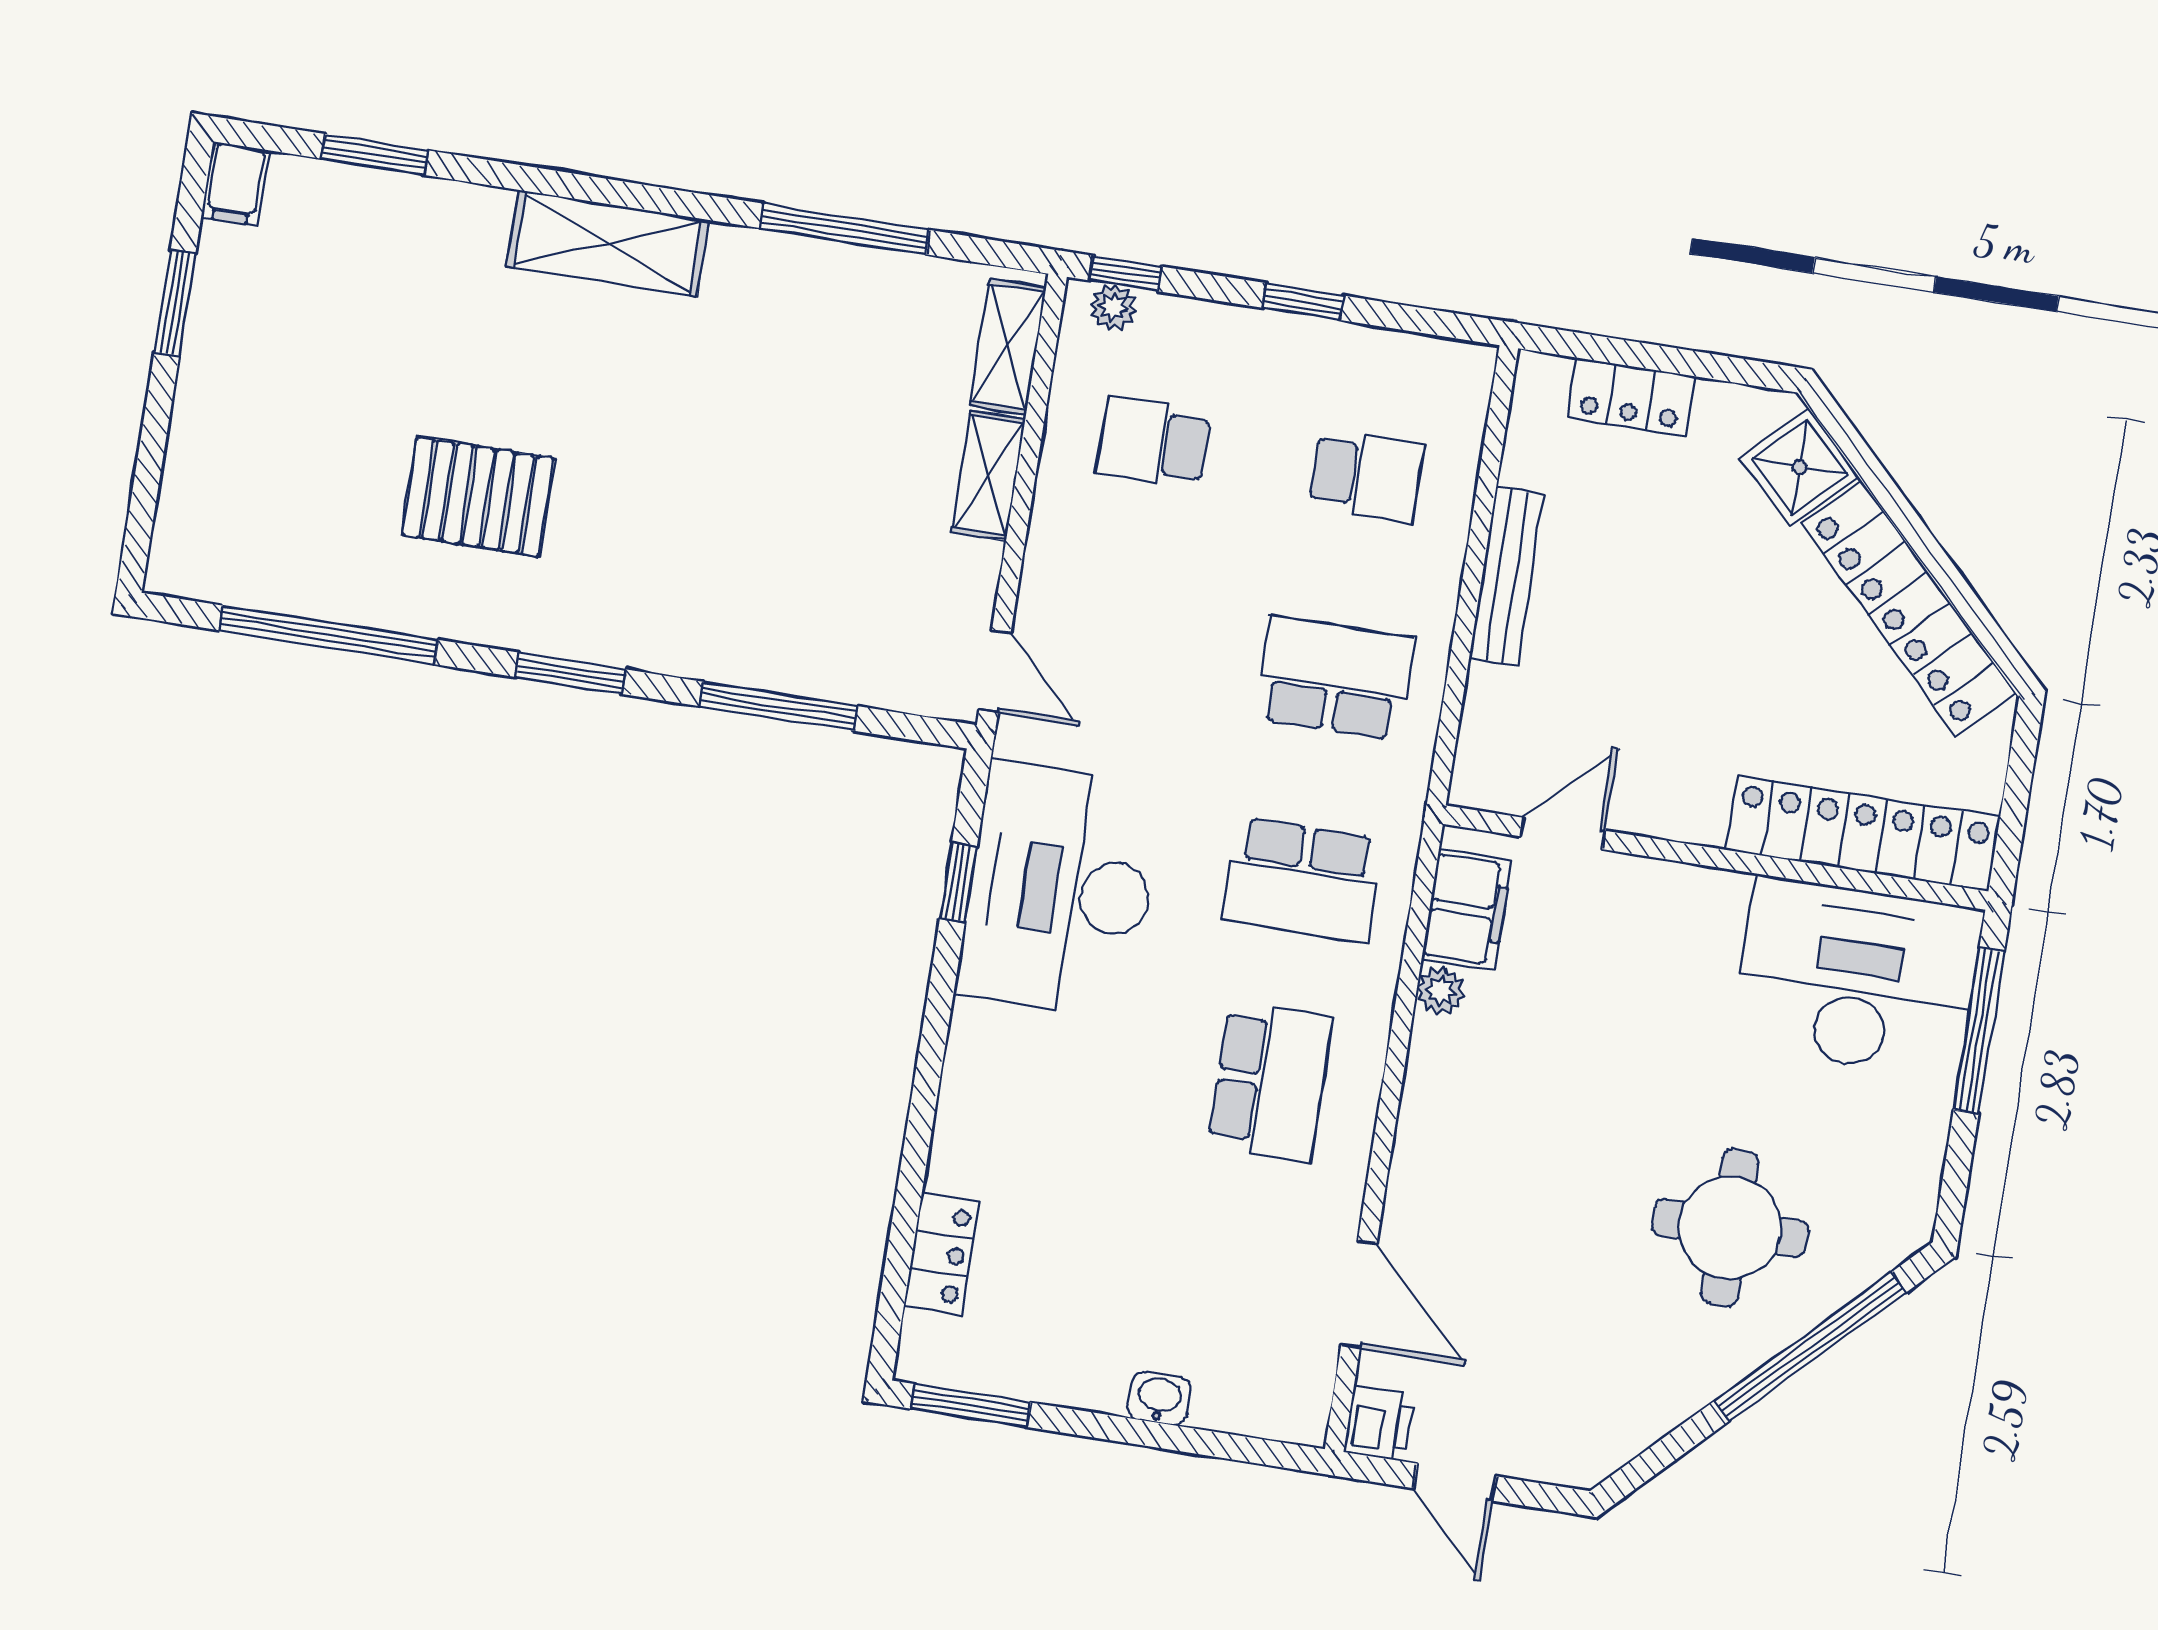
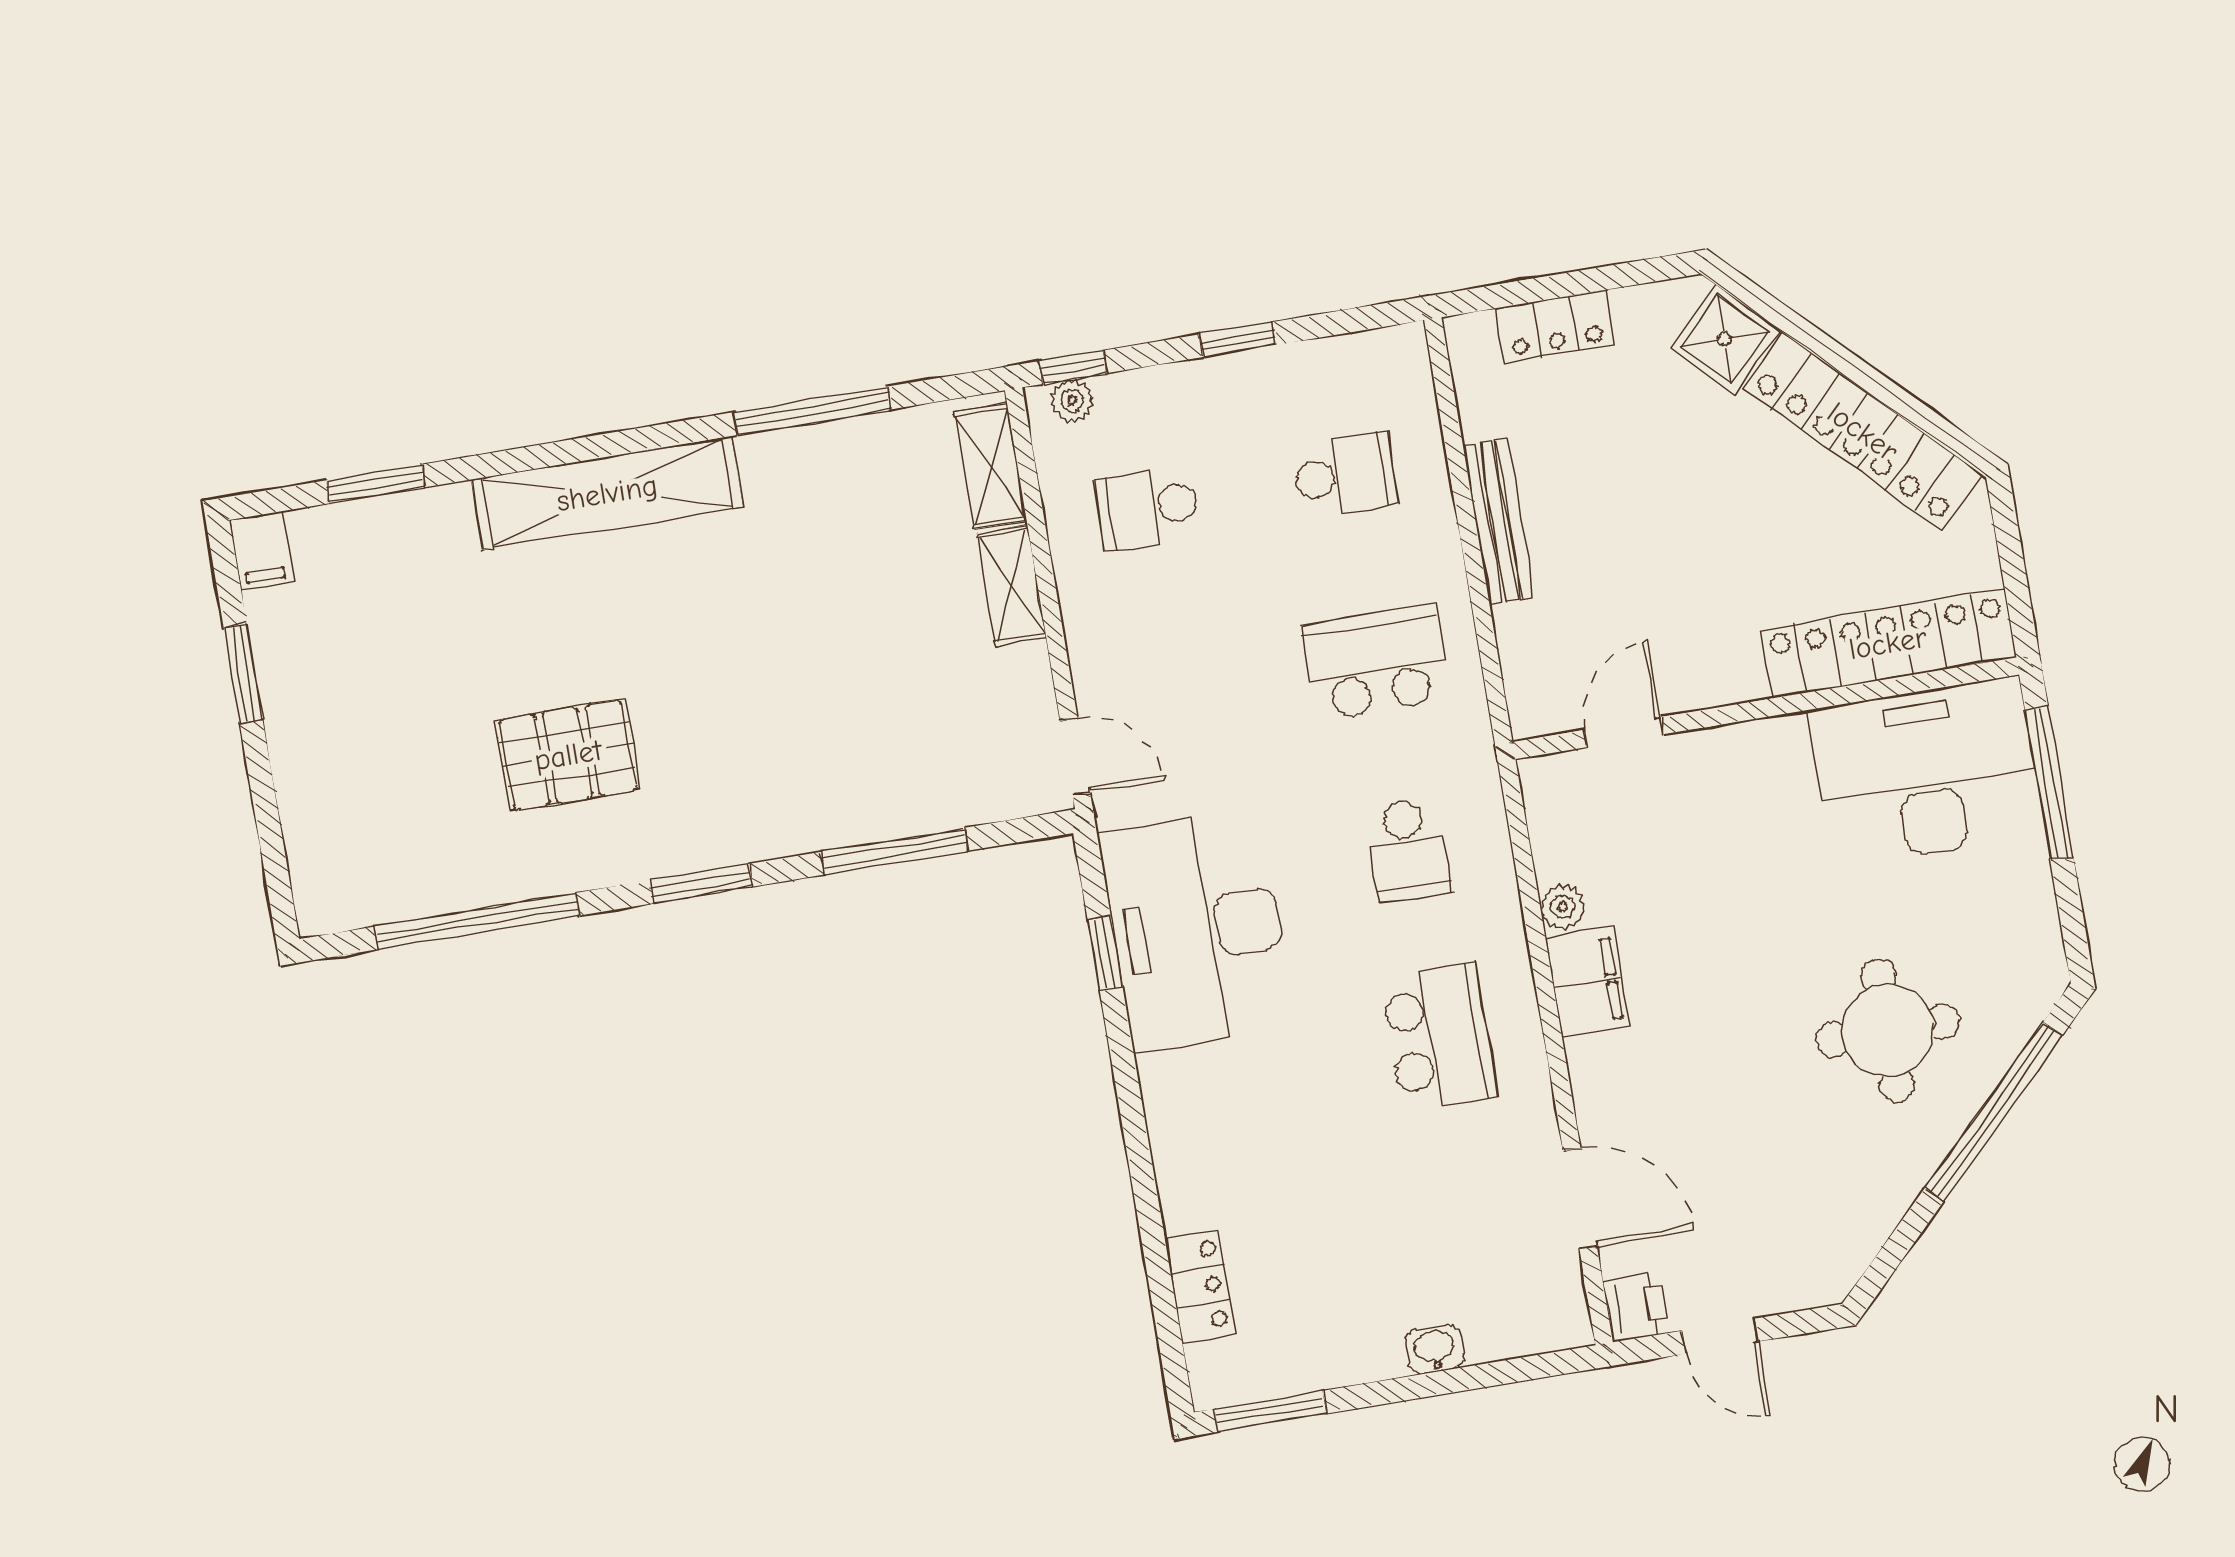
shelving: (608, 243) -> (607, 493), width x1.47
school desk: (1302, 880) -> (1408, 850), width x0.54
filing cabinet: (1467, 910) -> (1587, 982), moved

